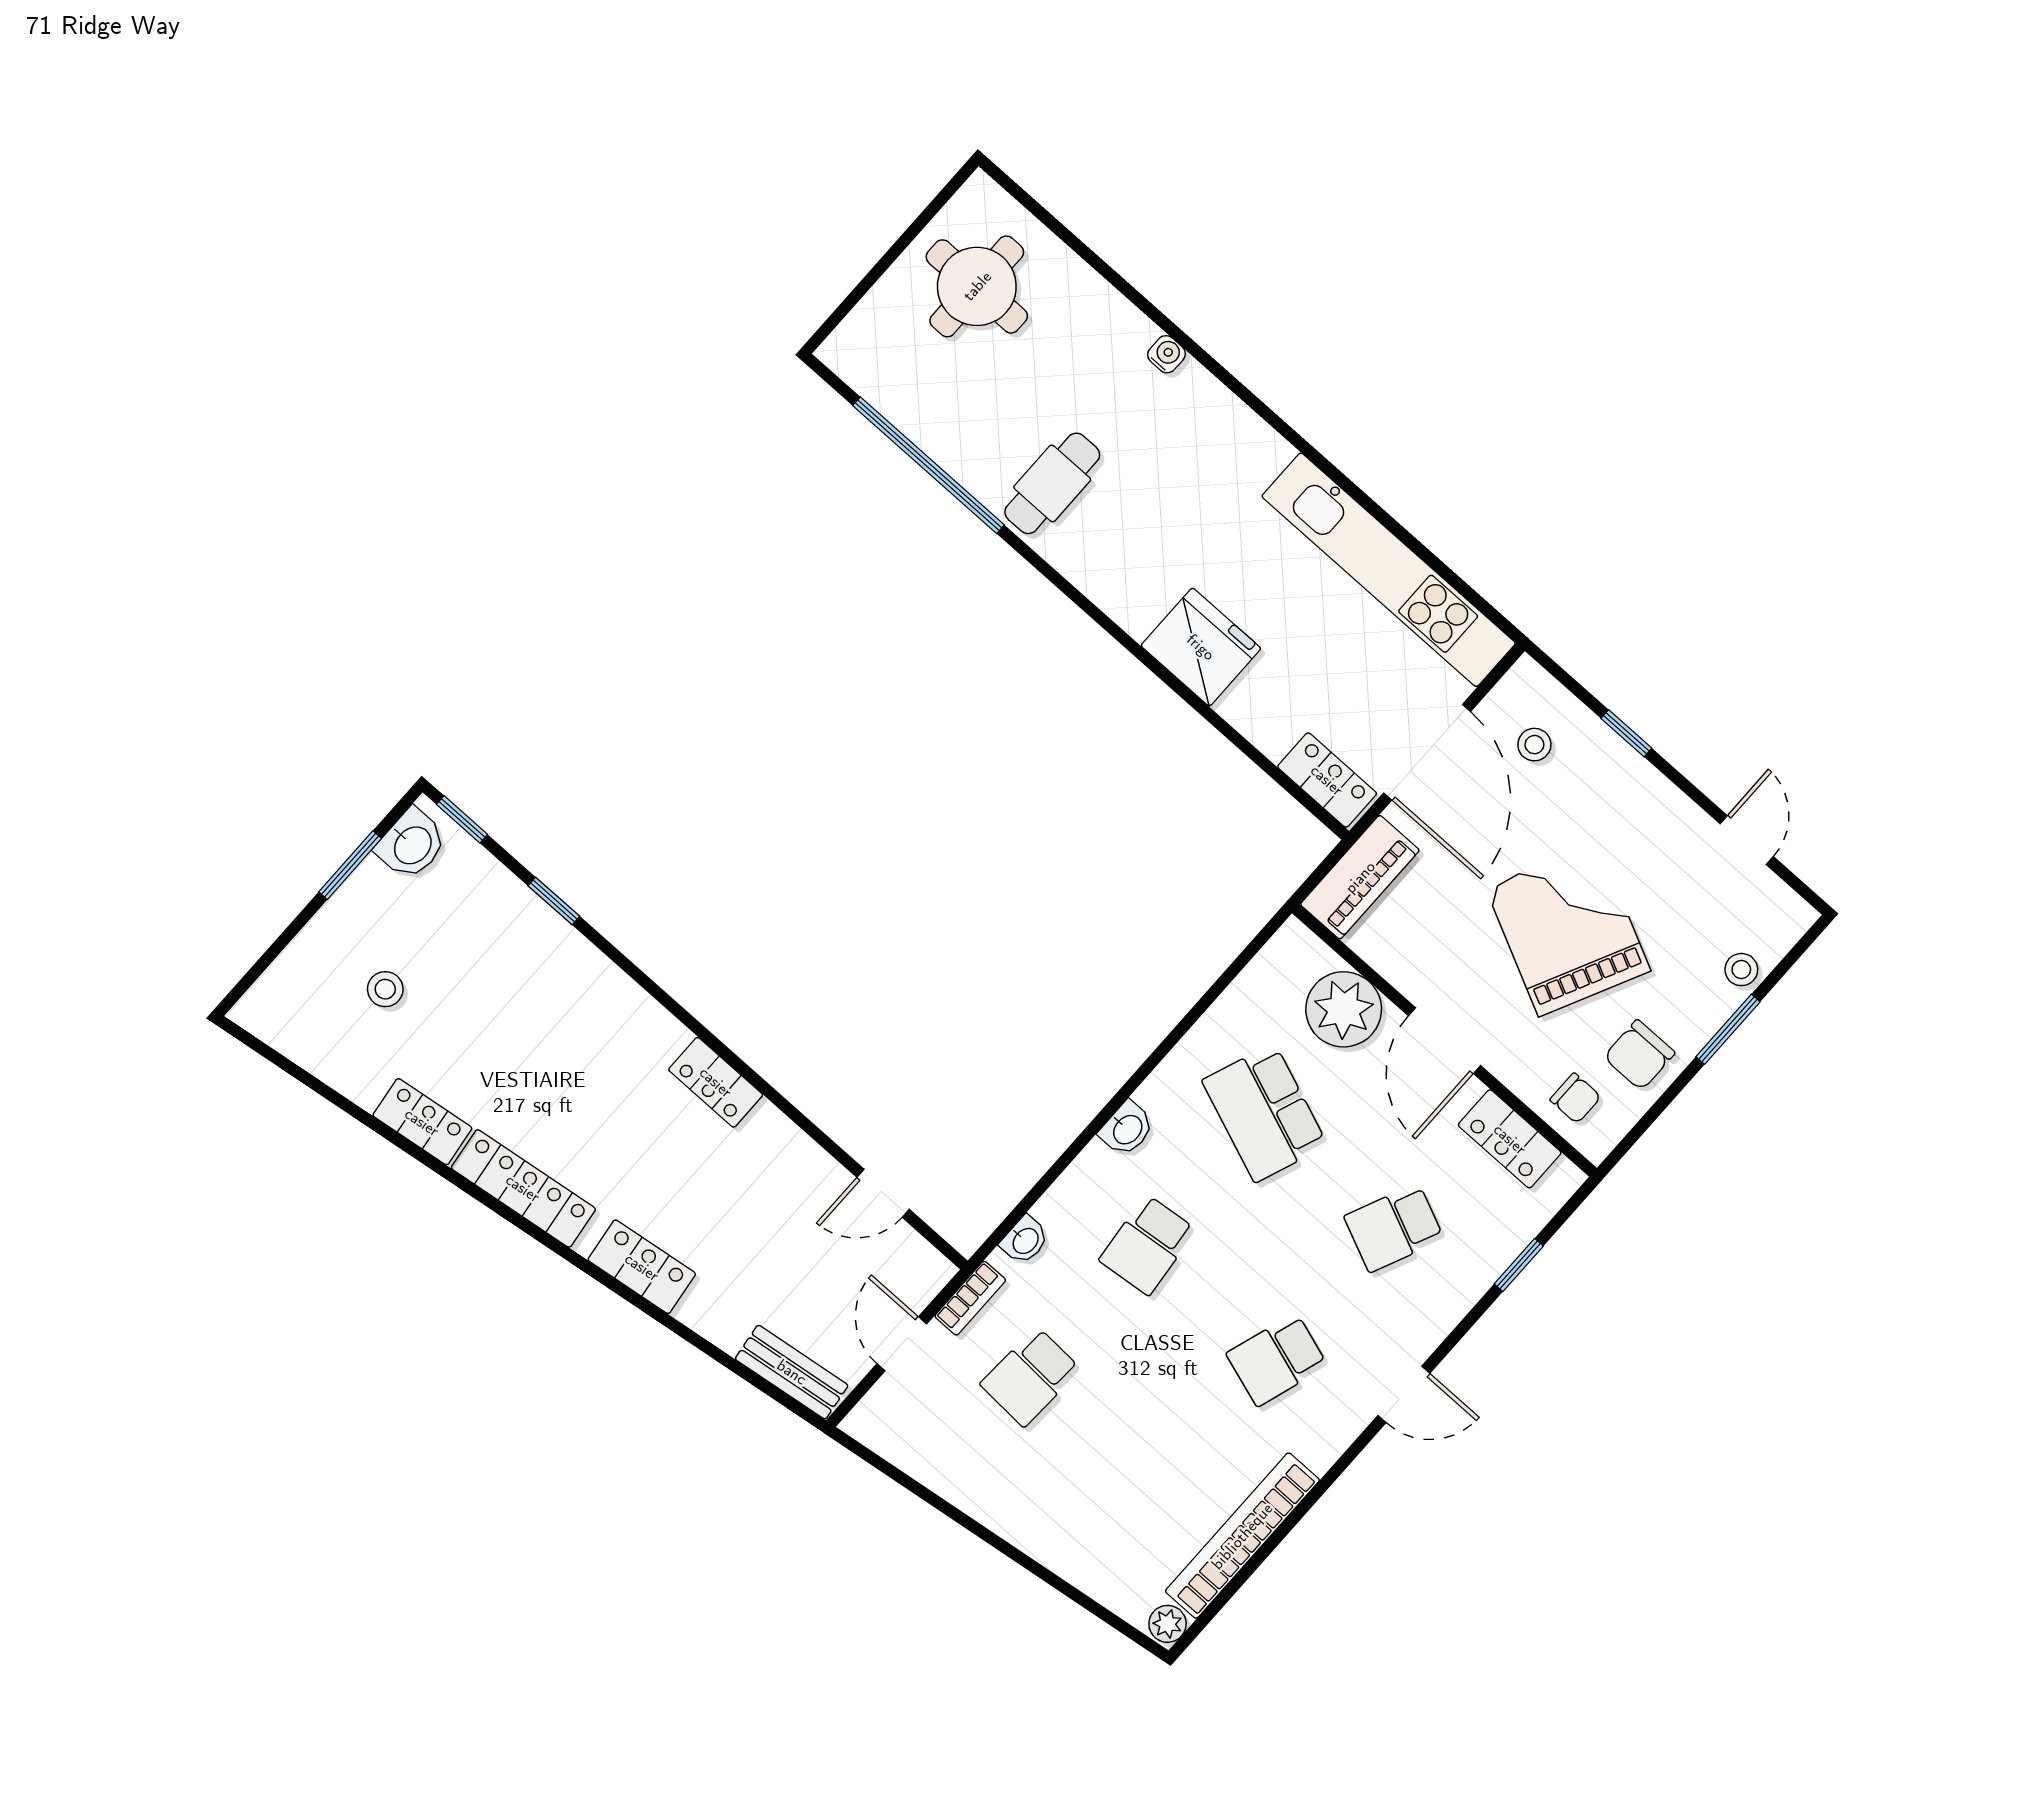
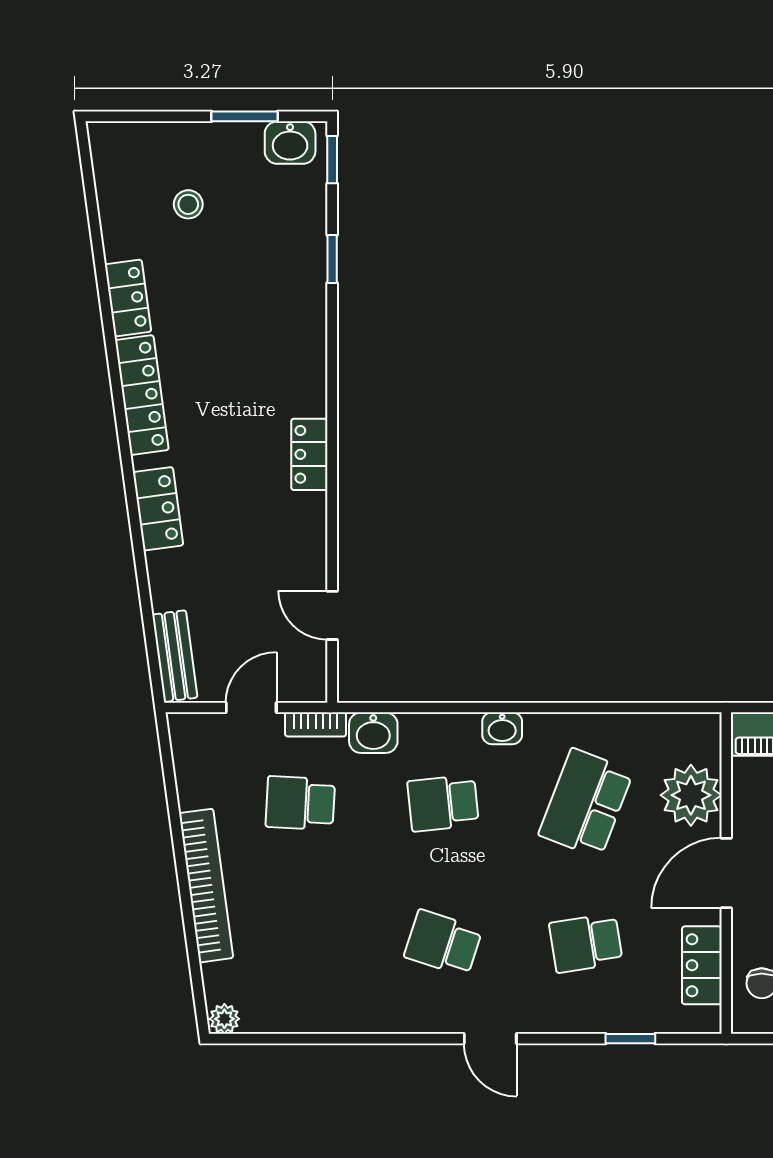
school desk: (1394, 1228) -> (586, 943), turned -33
washbasin: (1025, 1240) -> (373, 733), width x1.38, depth x1.45
bookcase: (1242, 1536) -> (206, 886), moved, turned 82

